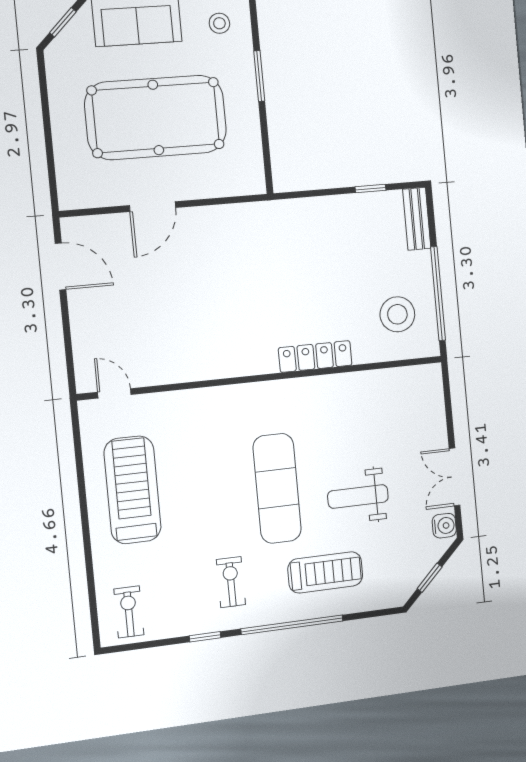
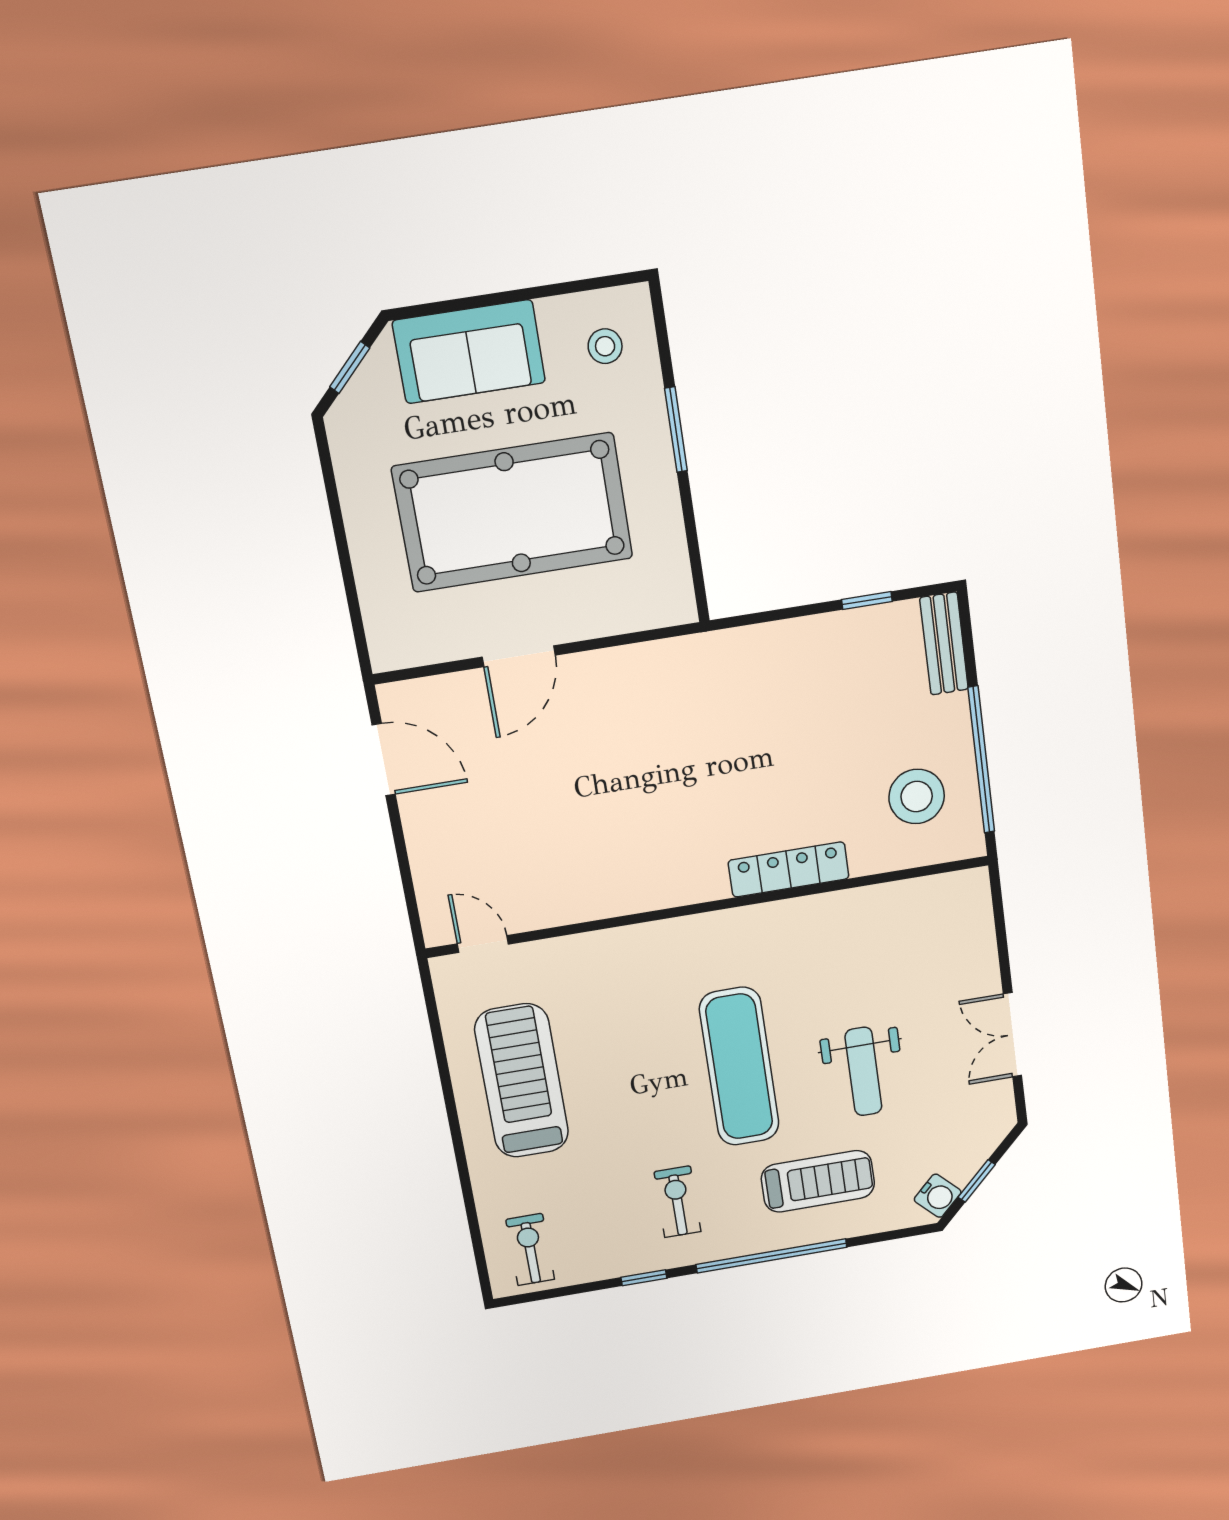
weight bench: (358, 496) -> (863, 1072), turned -90
water cooler: (444, 526) -> (938, 1196), moved, turned 45

